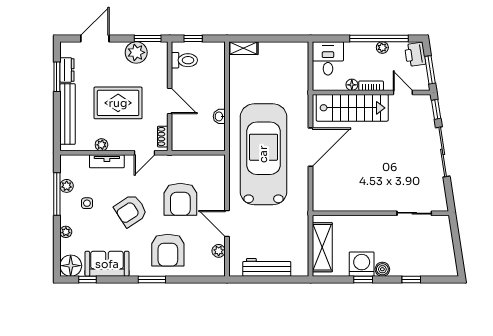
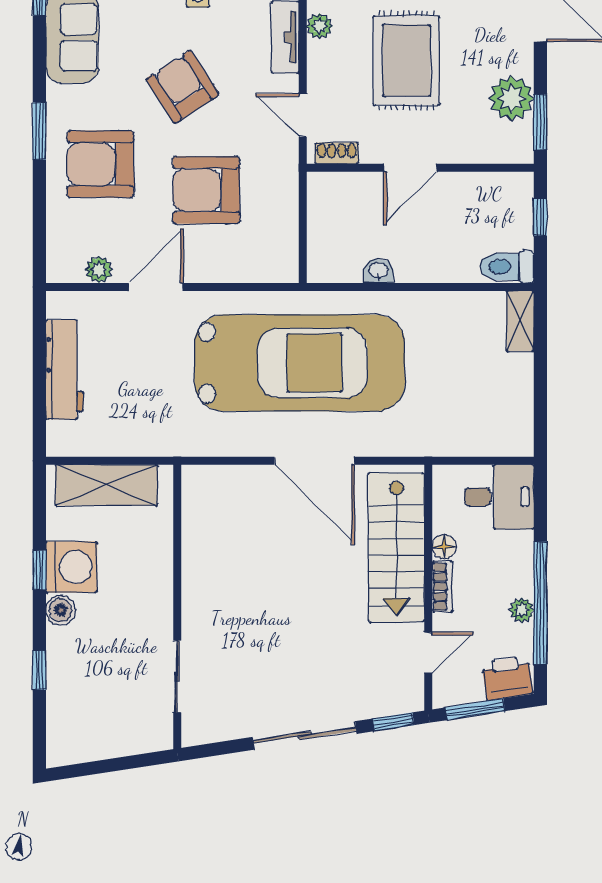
toilet: (184, 60) -> (507, 267), moved, turned 90

